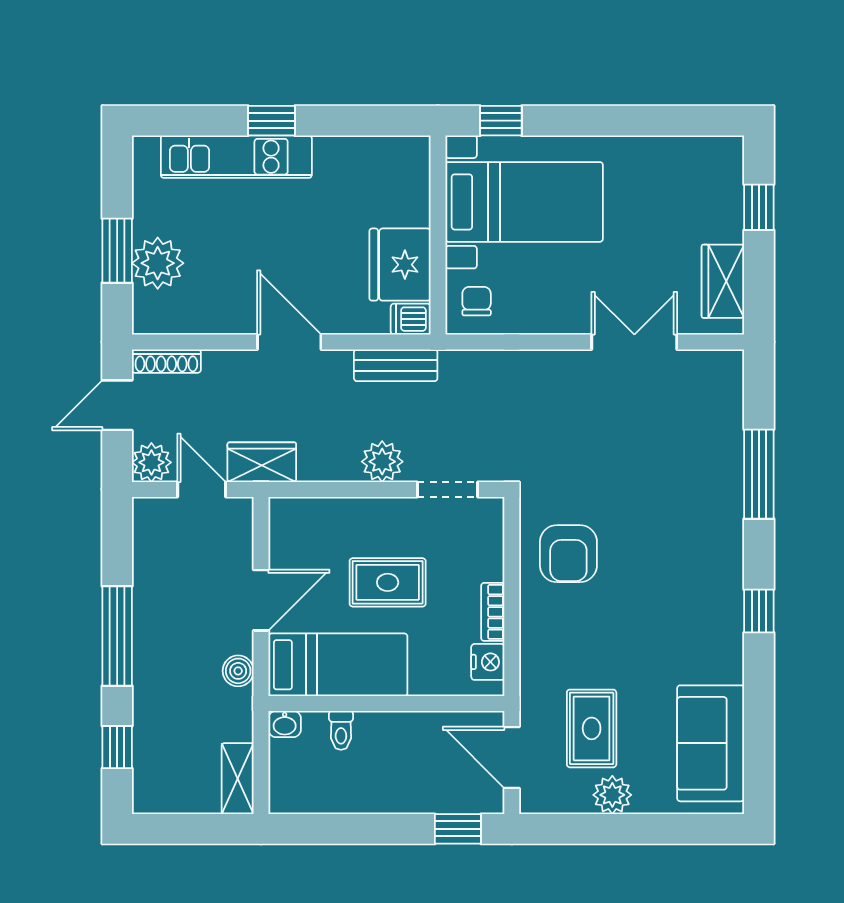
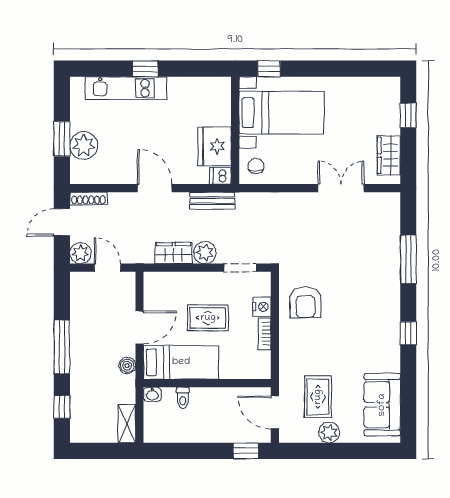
wardrobe: (262, 462) -> (174, 253), moved
nightstand: (488, 662) -> (262, 307), moved

